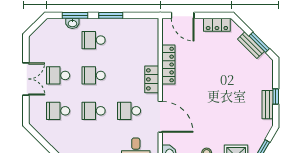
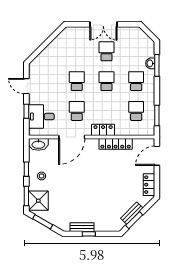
window: (111, 15) -> (157, 115), moved
school desk: (58, 111) -> (136, 111), moved

